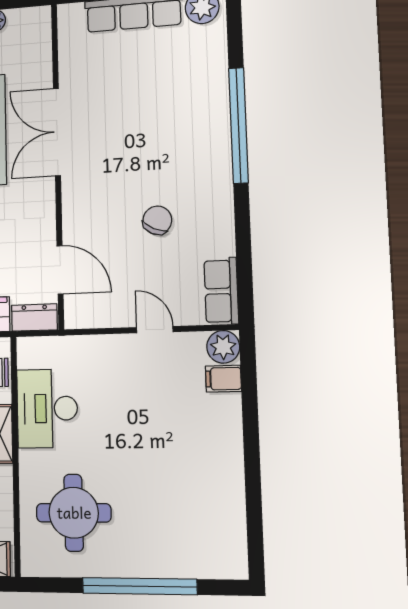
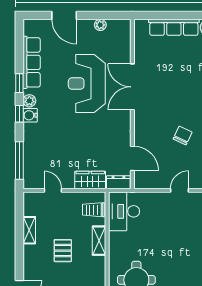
door: (155, 330) -> (180, 190), hinge flipped
desk: (47, 408) -> (124, 211), moved

